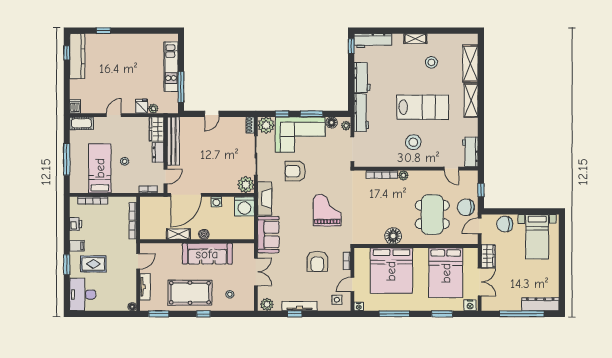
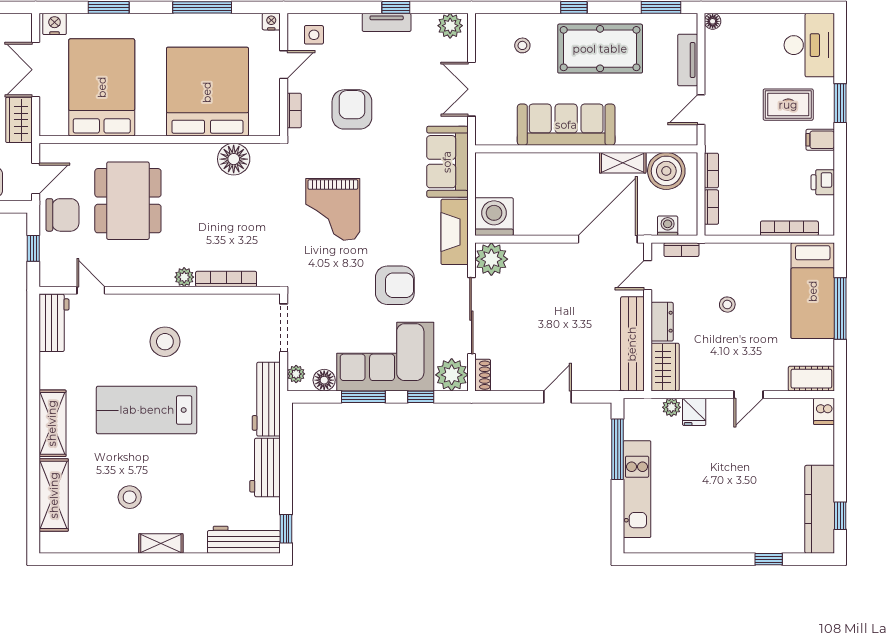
bed: (100, 168) -> (813, 291), moved
washing machine: (216, 202) -> (668, 226), moved
boiler: (204, 234) -> (666, 171), moved, width x1.86, depth x1.86
floor lamp: (393, 236) -> (234, 159), moved
tv unit: (300, 306) -> (387, 22), width x0.71

